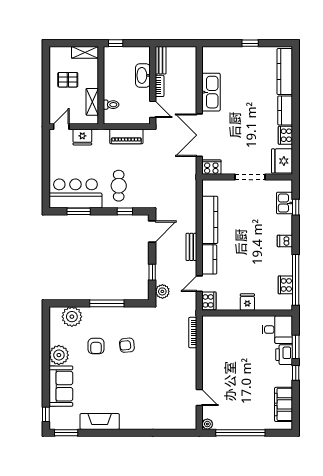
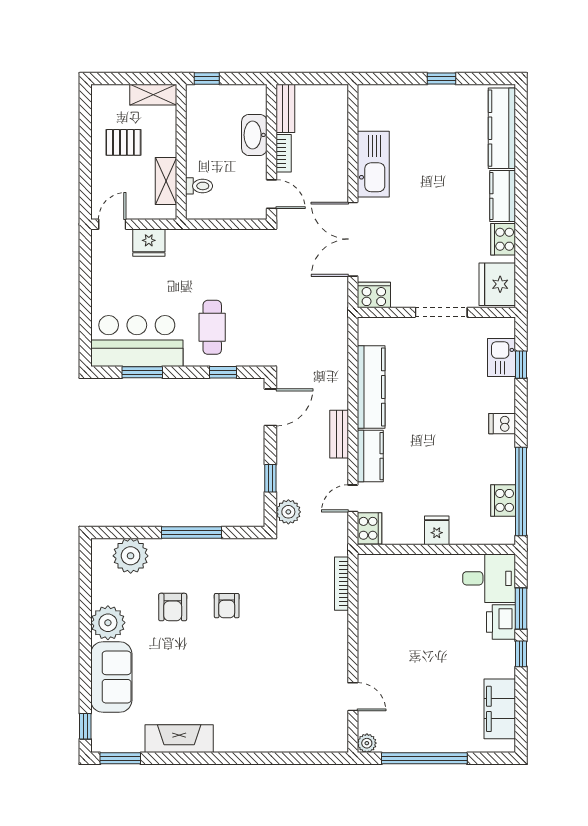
piano: (126, 137) -> (226, 242), removed
armchair: (127, 345) -> (227, 606), turned -84

